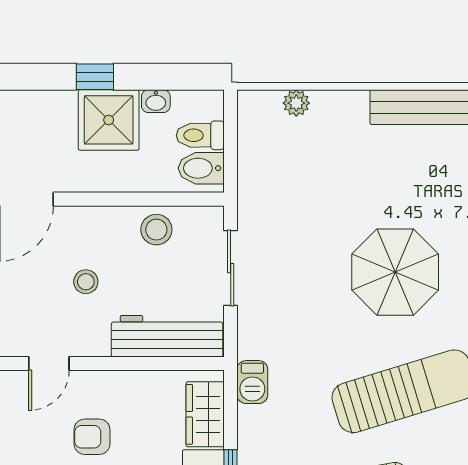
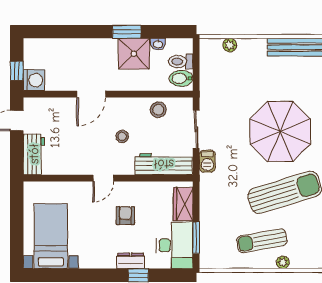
window: (95, 77) -> (127, 32), width x1.50
parasol: (395, 272) -> (280, 131), width x1.36, depth x1.36
barbecue: (252, 382) -> (207, 161), moved
armchair: (92, 437) -> (125, 216), turned 90

